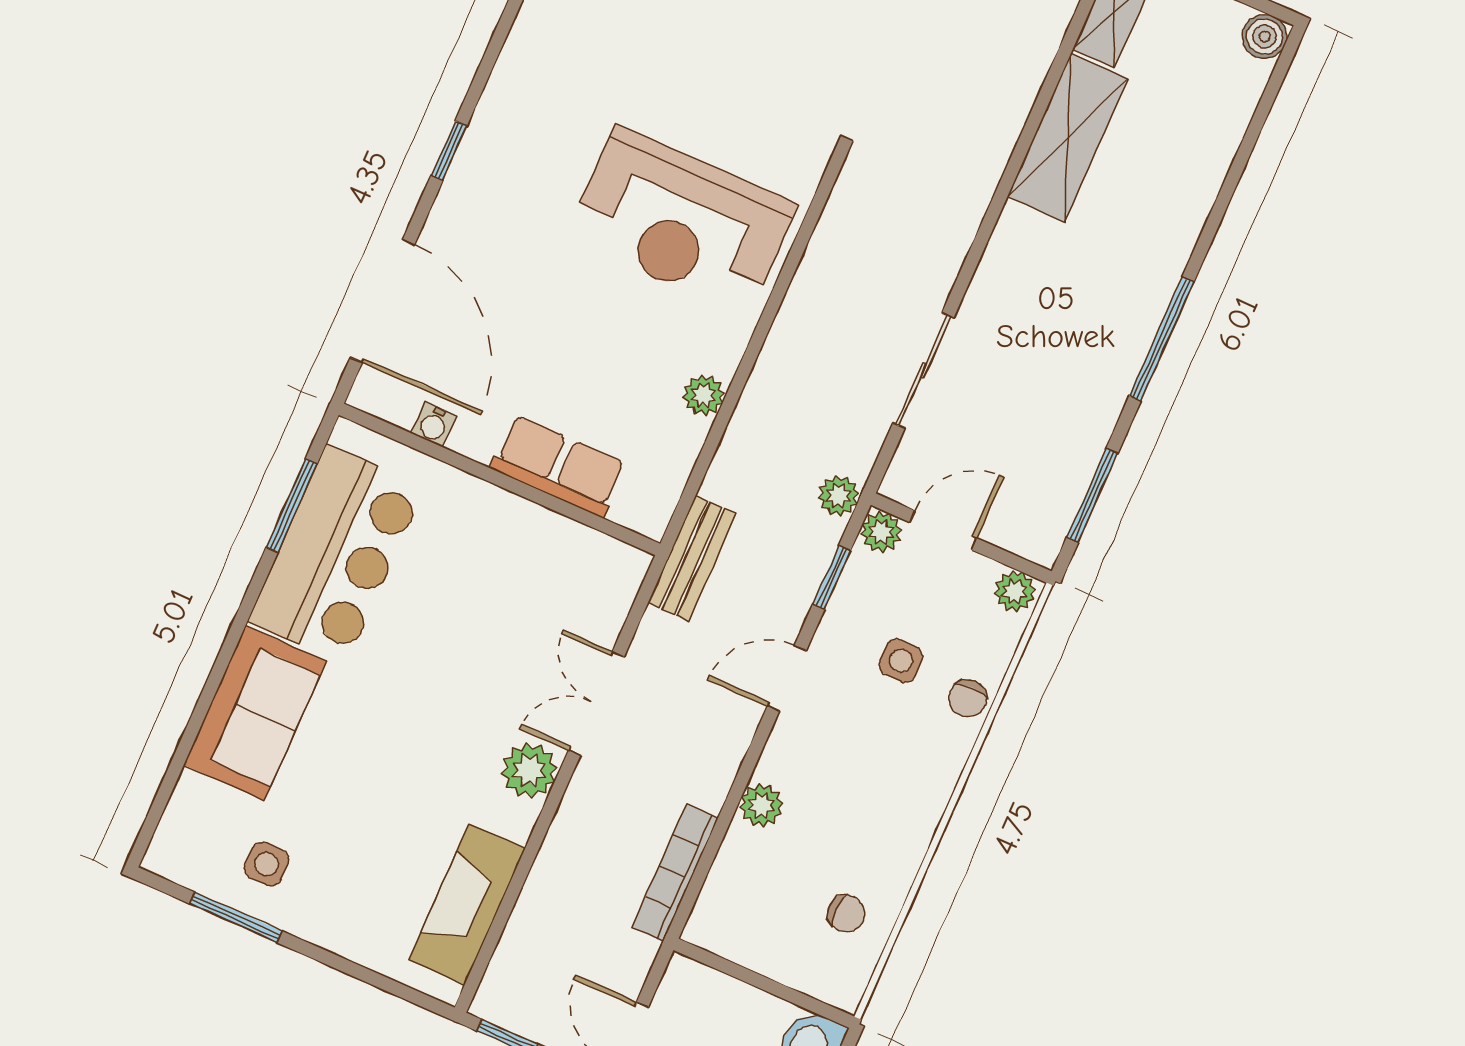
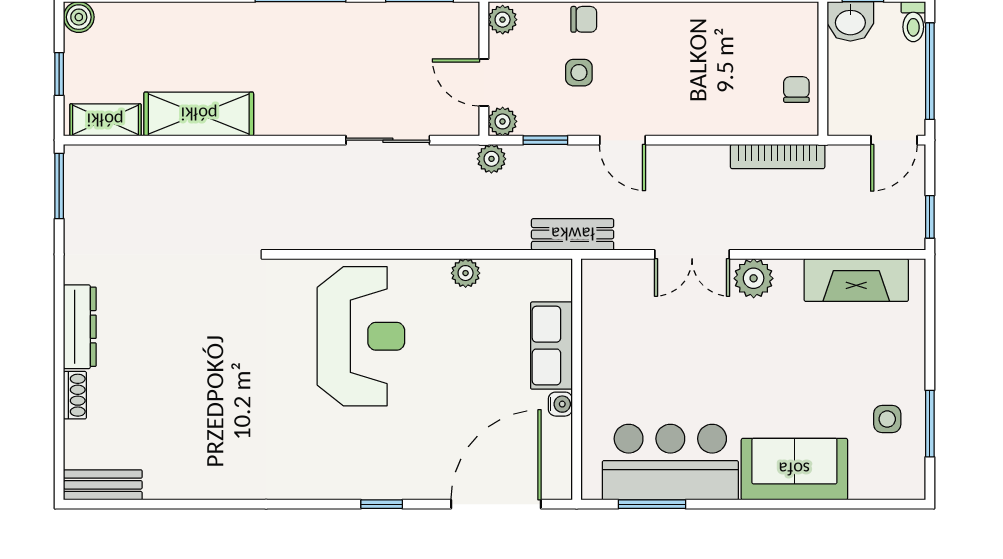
water cooler: (434, 425) -> (560, 404), moved
plant: (761, 805) -> (710, 121), removed
chair: (846, 914) -> (796, 90), moved

